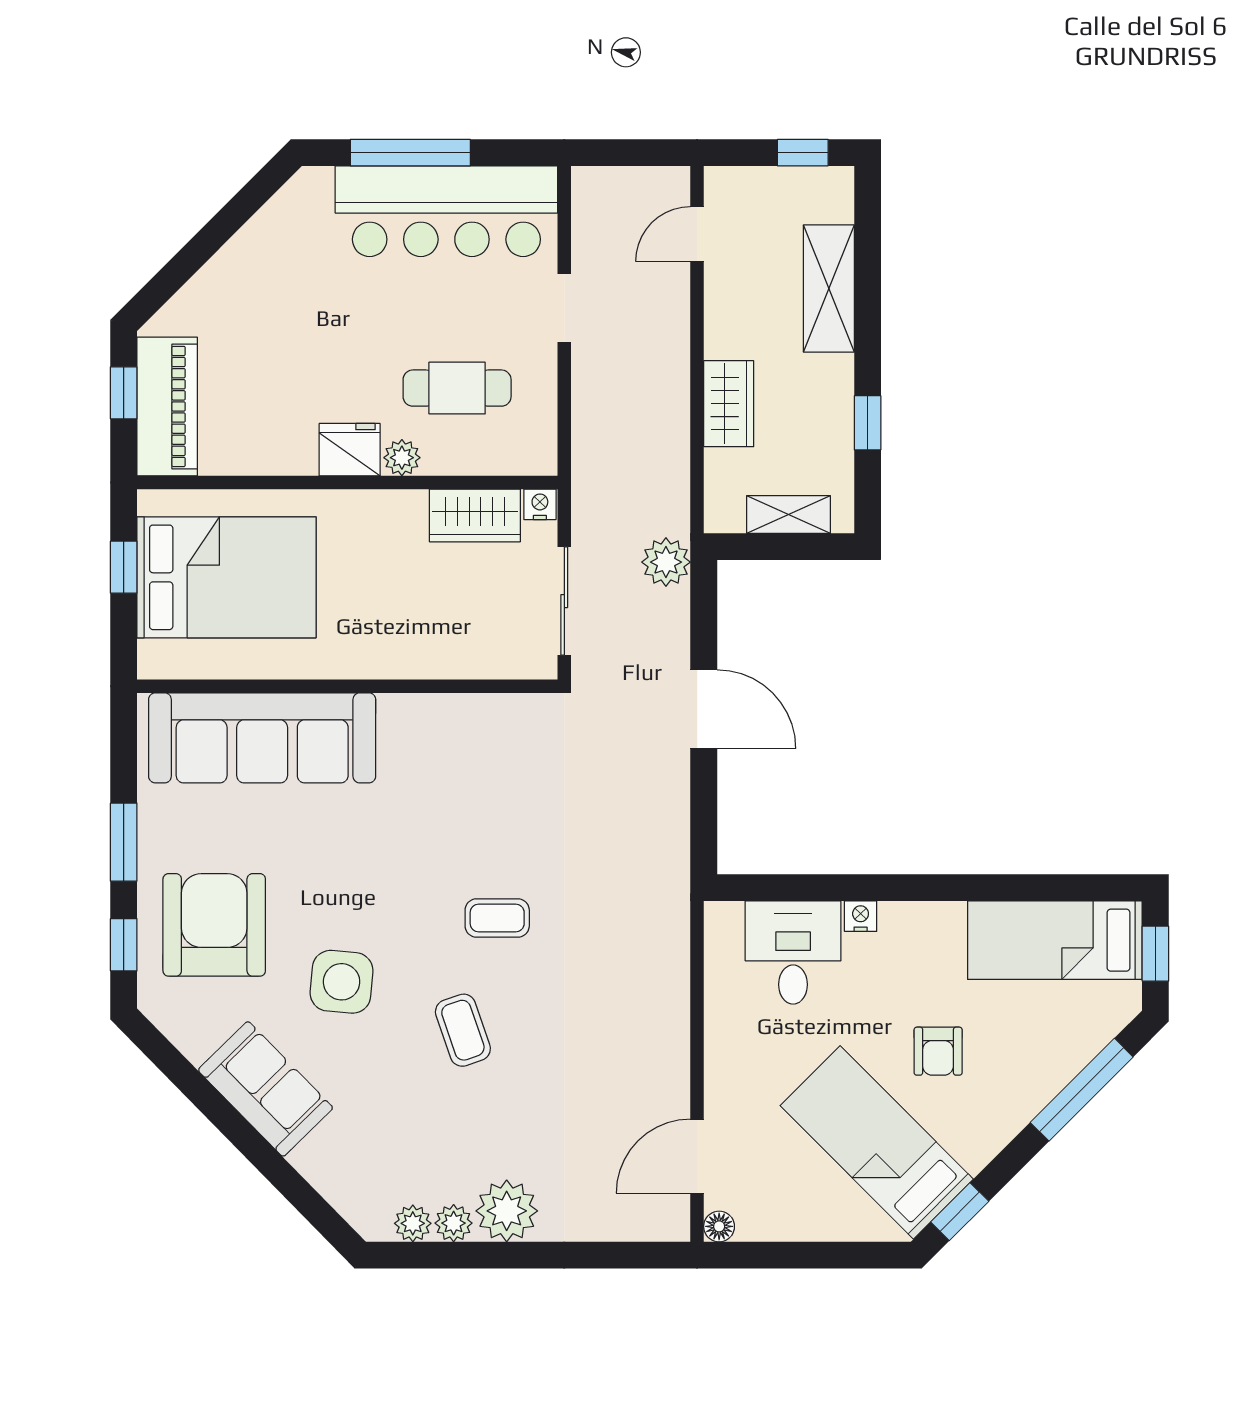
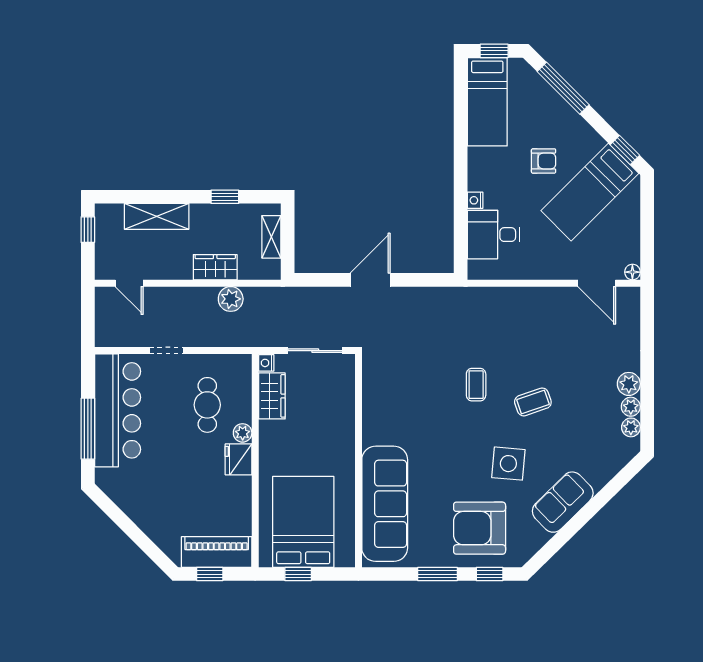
plant: (666, 562) -> (231, 299), moved
plant: (507, 1211) -> (629, 384), width x0.73, depth x0.73

